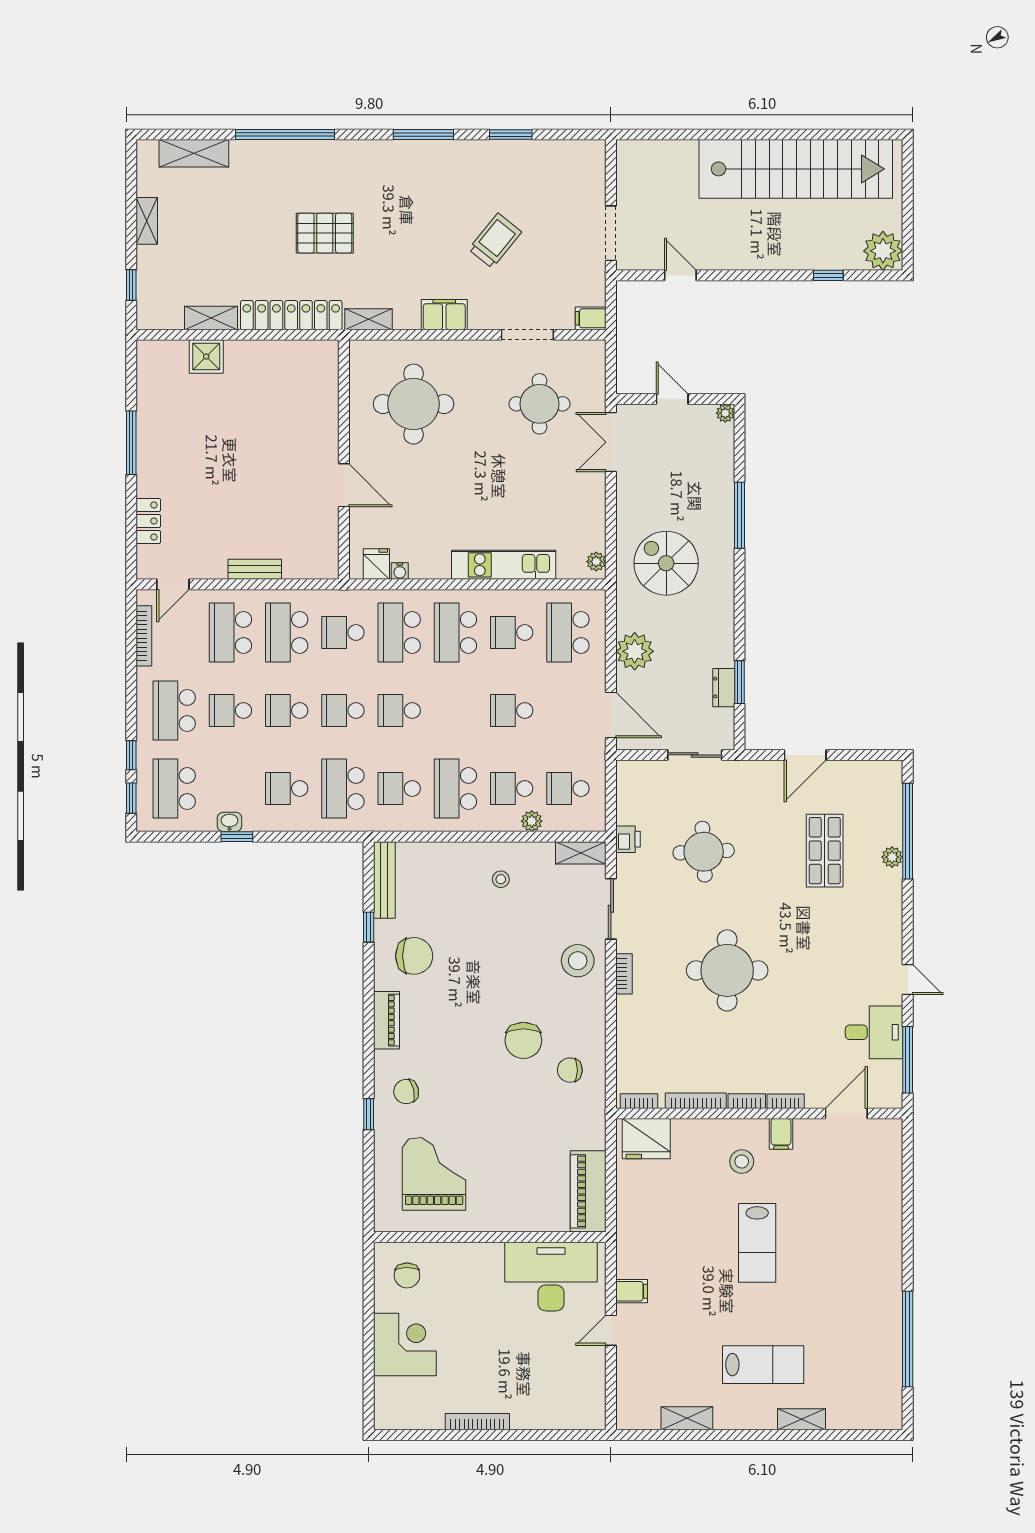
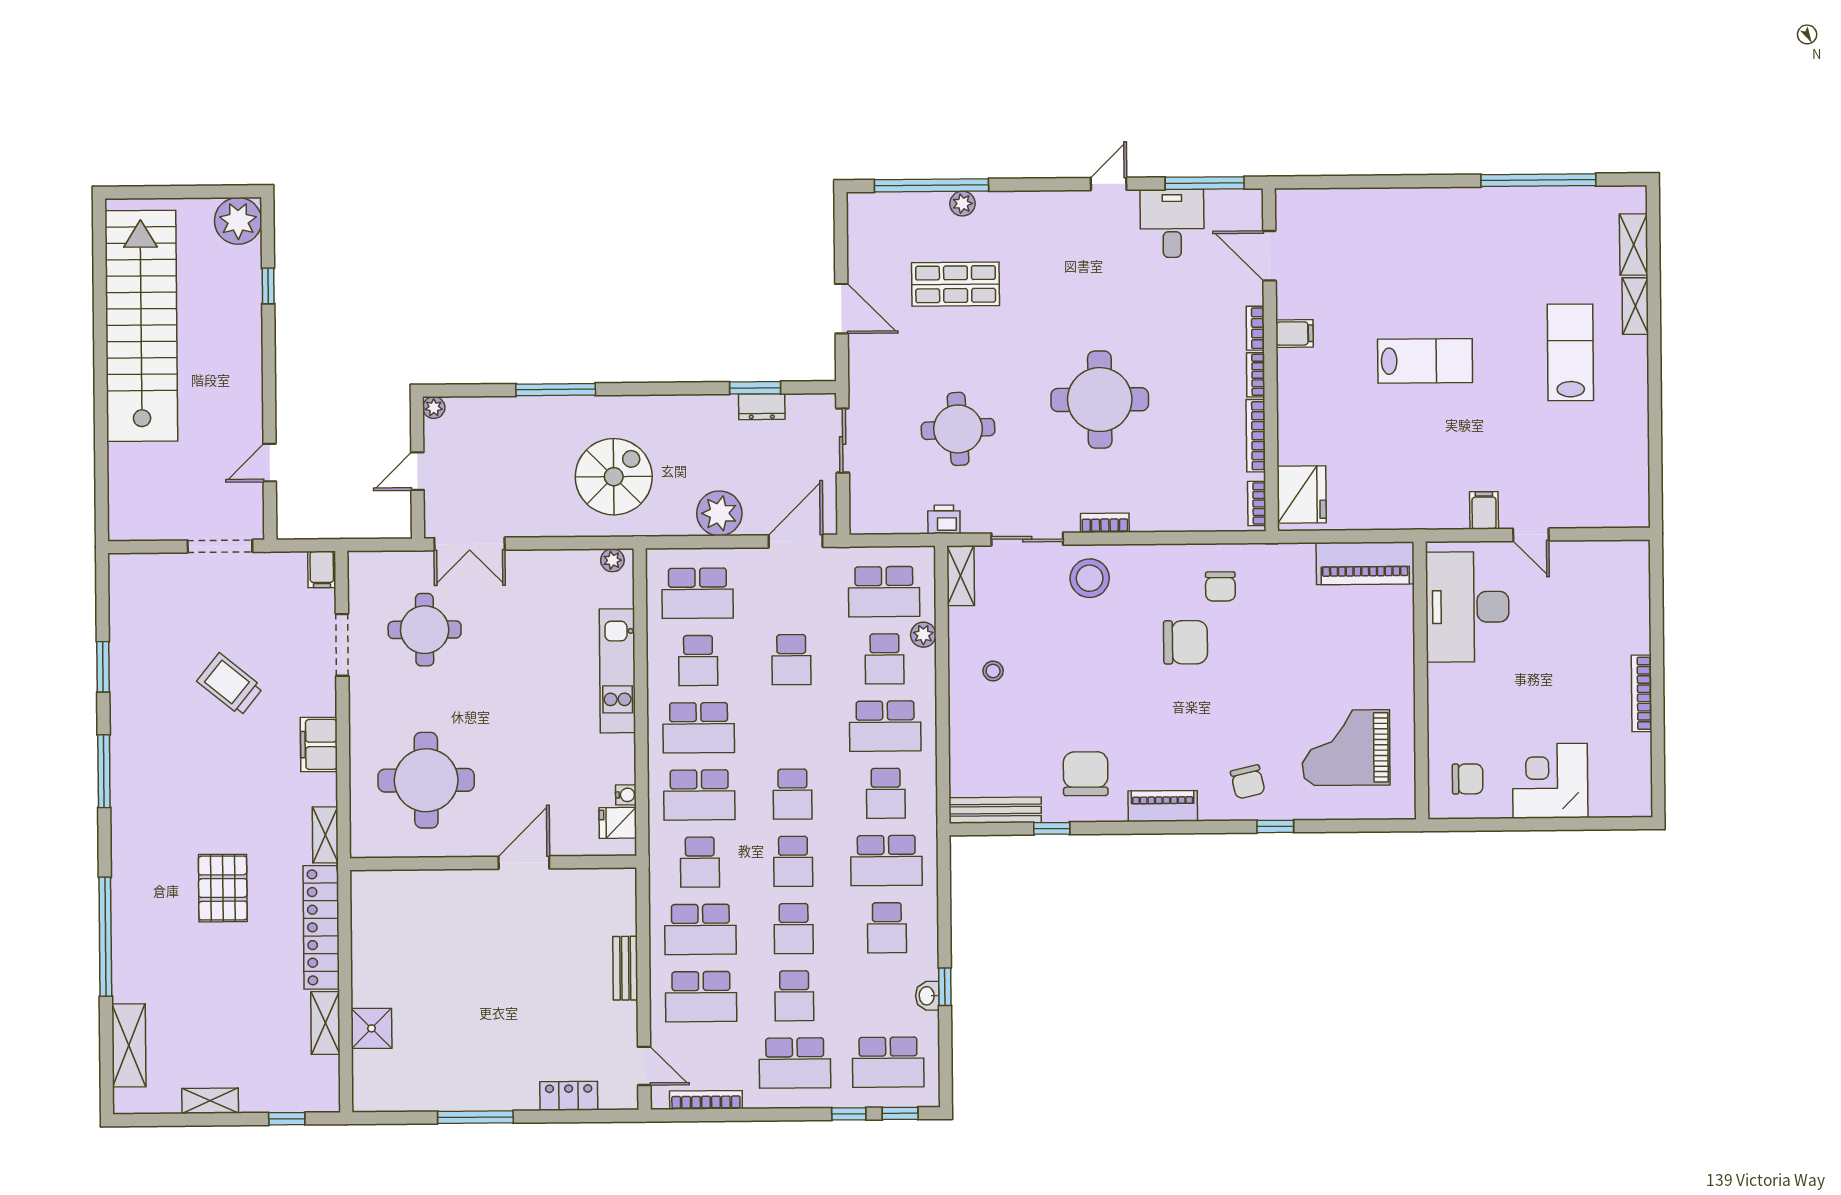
spiral stairs: (666, 563) -> (614, 477), turned 180
school desk: (568, 789) -> (884, 592), width x1.85
stool: (742, 1162) -> (1328, 380), removed
shelving: (687, 1418) -> (1634, 244), moved

